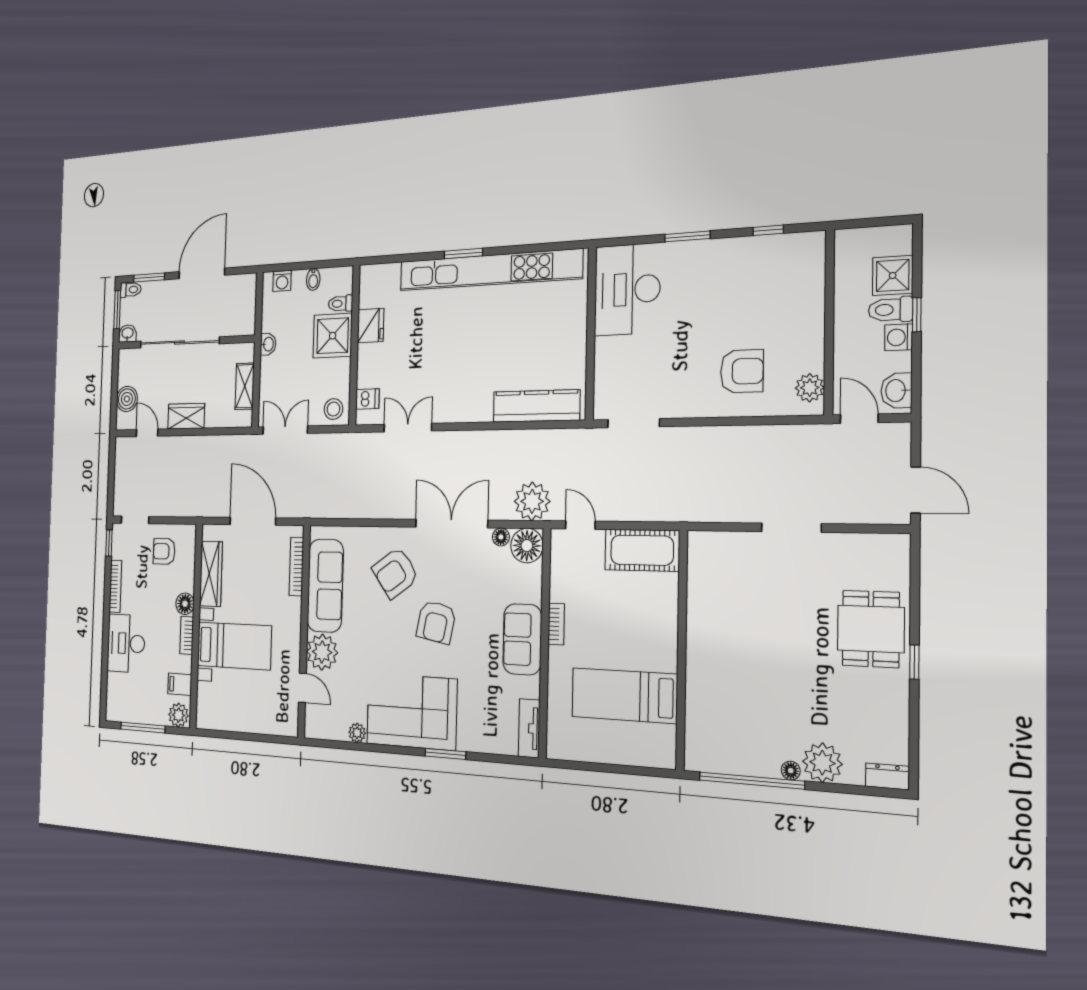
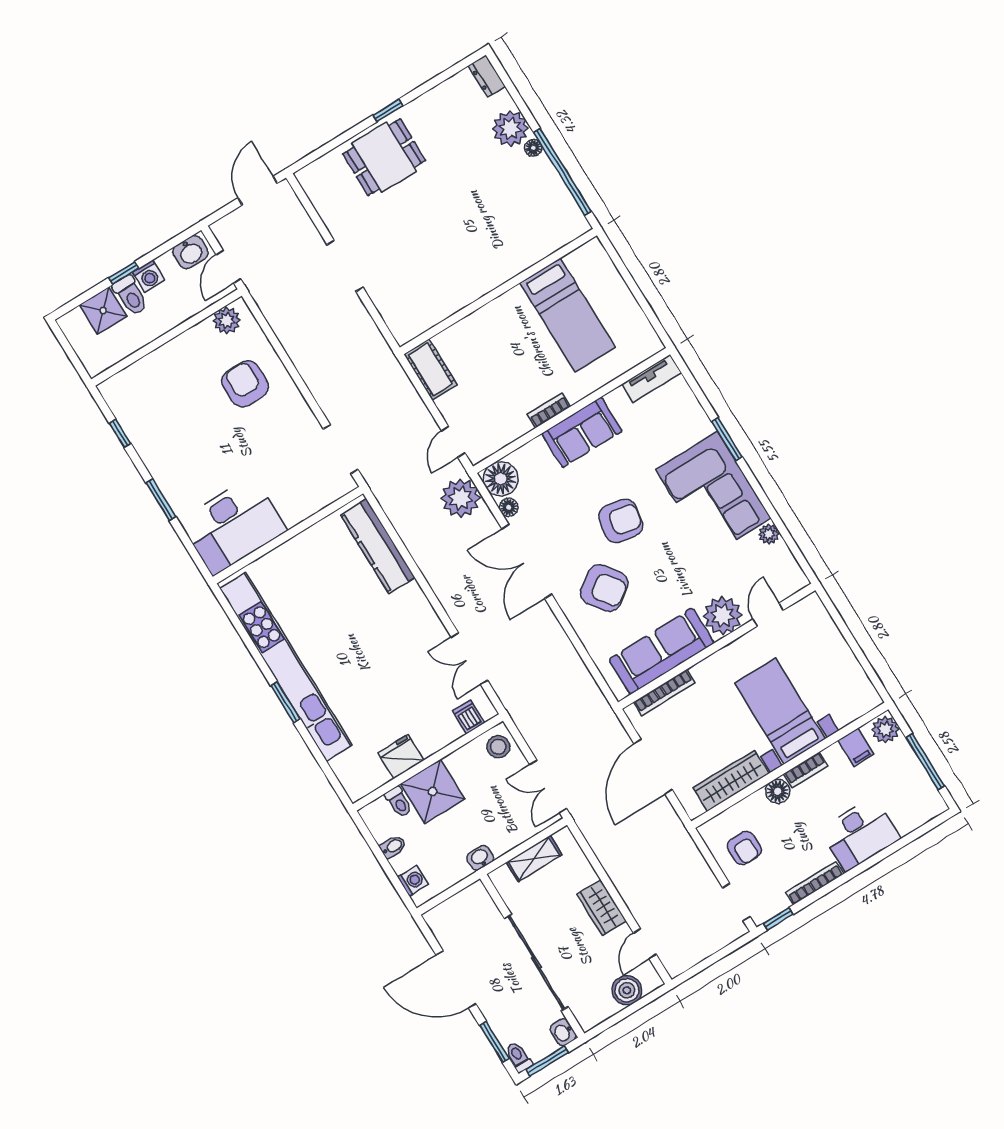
cot: (642, 550) -> (430, 369), width x0.73, depth x0.75

